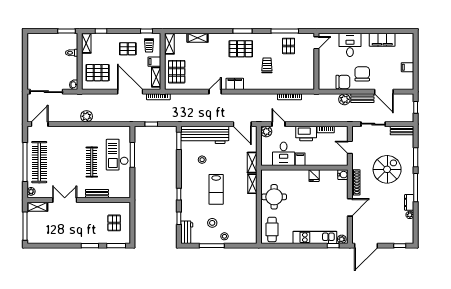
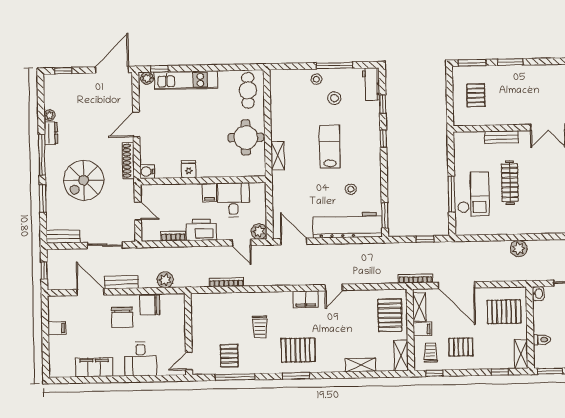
plant: (344, 99) -> (165, 280), moved
shelving: (252, 163) -> (279, 186), removed

